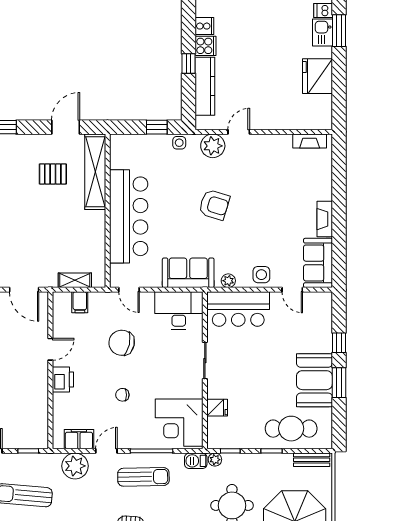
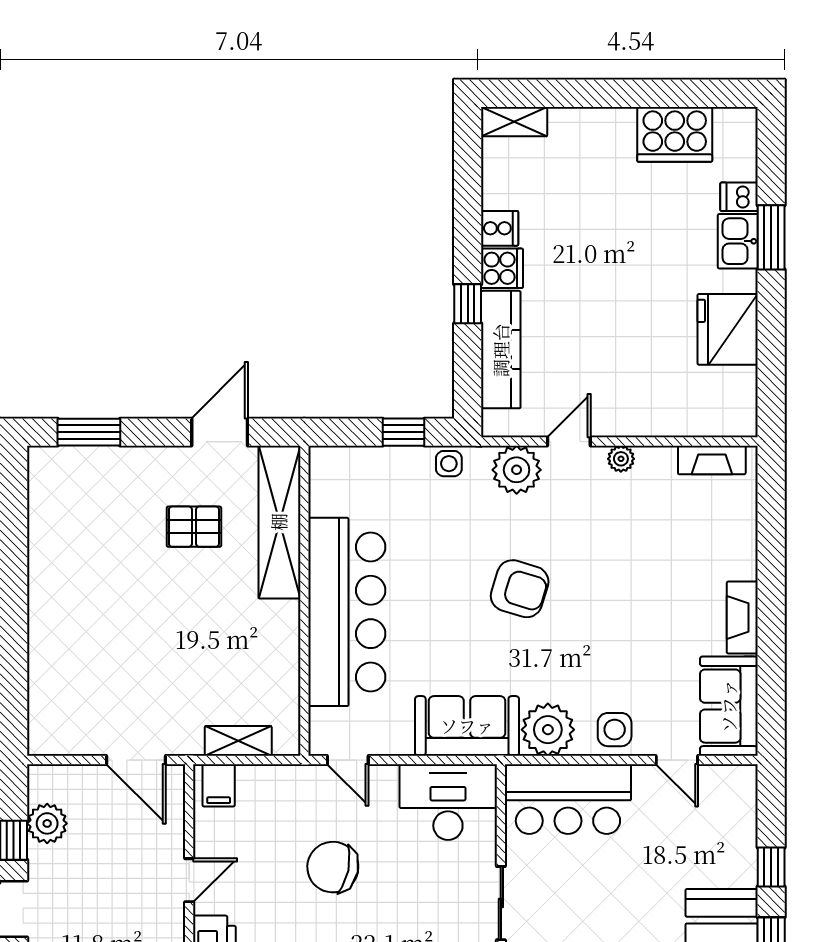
plant: (265, 140) -> (621, 459), added
plant: (228, 281) -> (548, 730), width x1.87, depth x1.87
filing cabinet: (80, 302) -> (219, 785), moved

